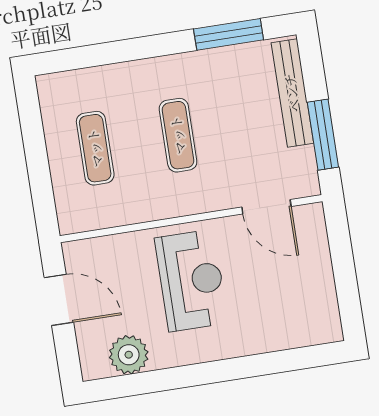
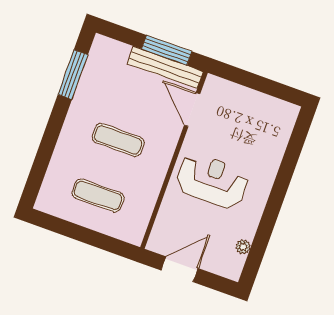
bench: (292, 93) -> (165, 67), moved
door: (266, 207) -> (192, 109), swing flipped
plant: (129, 355) -> (243, 247), width x0.53, depth x0.53

